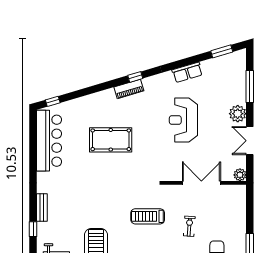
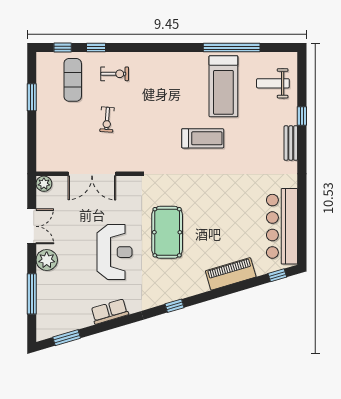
piano: (129, 89) -> (231, 274), moved, width x1.37, depth x1.33
pool table: (111, 140) -> (167, 232), moved, turned 90
treadmill: (148, 216) -> (203, 138), moved

